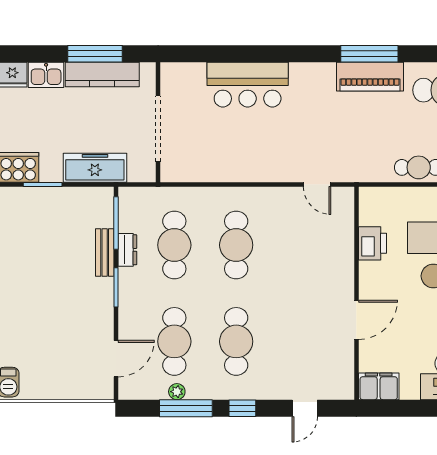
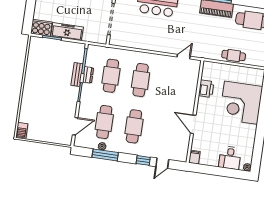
freezer: (95, 168) -> (67, 32), moved
door: (317, 185) -> (184, 57), swing flipped
door: (356, 320) -> (193, 124), swing flipped
filing cabinet: (379, 386) -> (194, 157), width x0.50
window: (242, 408) -> (143, 160), moved

